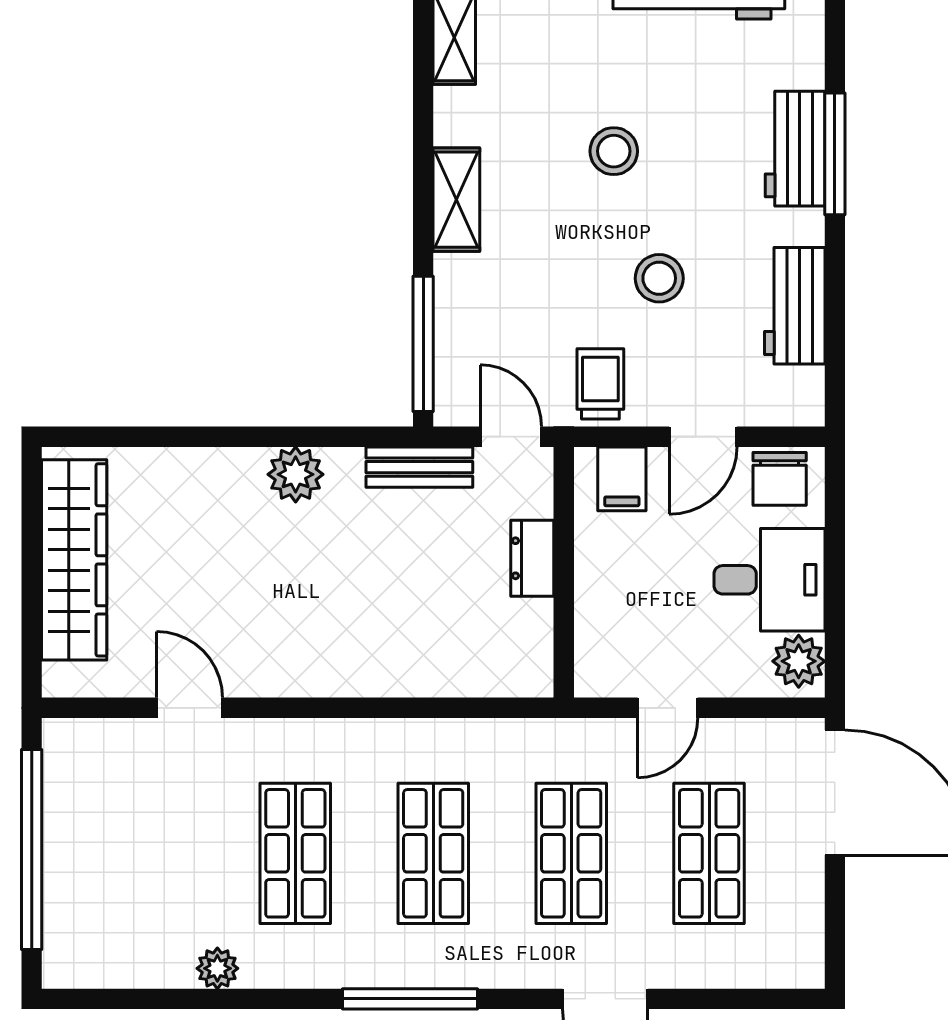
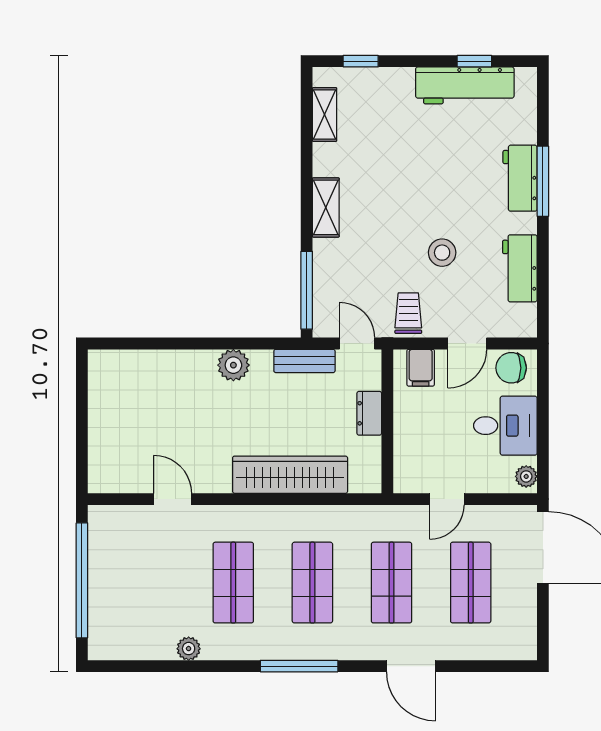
stool: (614, 151) -> (416, 180), removed
chair: (780, 479) -> (511, 368), turned 90
wardrobe: (74, 560) -> (290, 475), moved, turned -90
plant: (799, 661) -> (526, 476), width x0.73, depth x0.73

